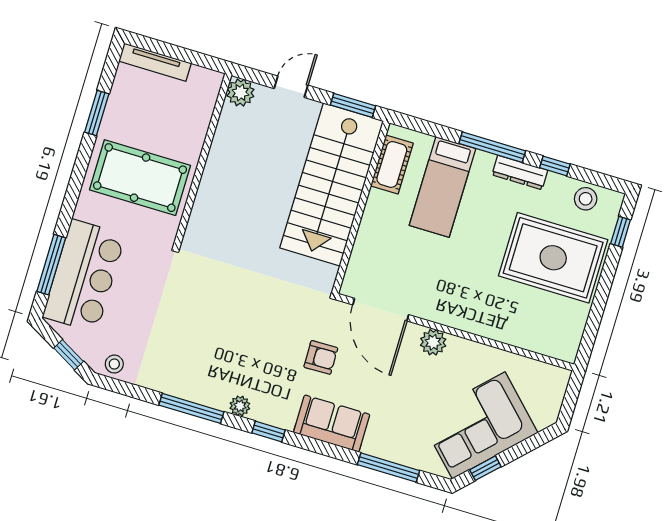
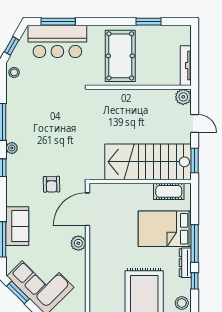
tv unit: (155, 62) -> (186, 66), moved
bed: (443, 187) -> (165, 229), width x1.50
sofa: (332, 423) -> (17, 226), moved
window: (485, 468) -> (18, 292), width x1.50

